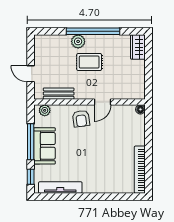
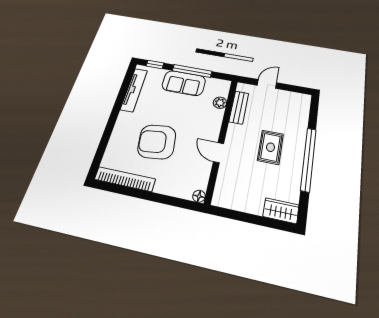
plant: (78, 41) -> (298, 140), removed
plant: (45, 110) -> (220, 103), moved
armchair: (81, 119) -> (157, 142), moved, width x1.88, depth x1.88

